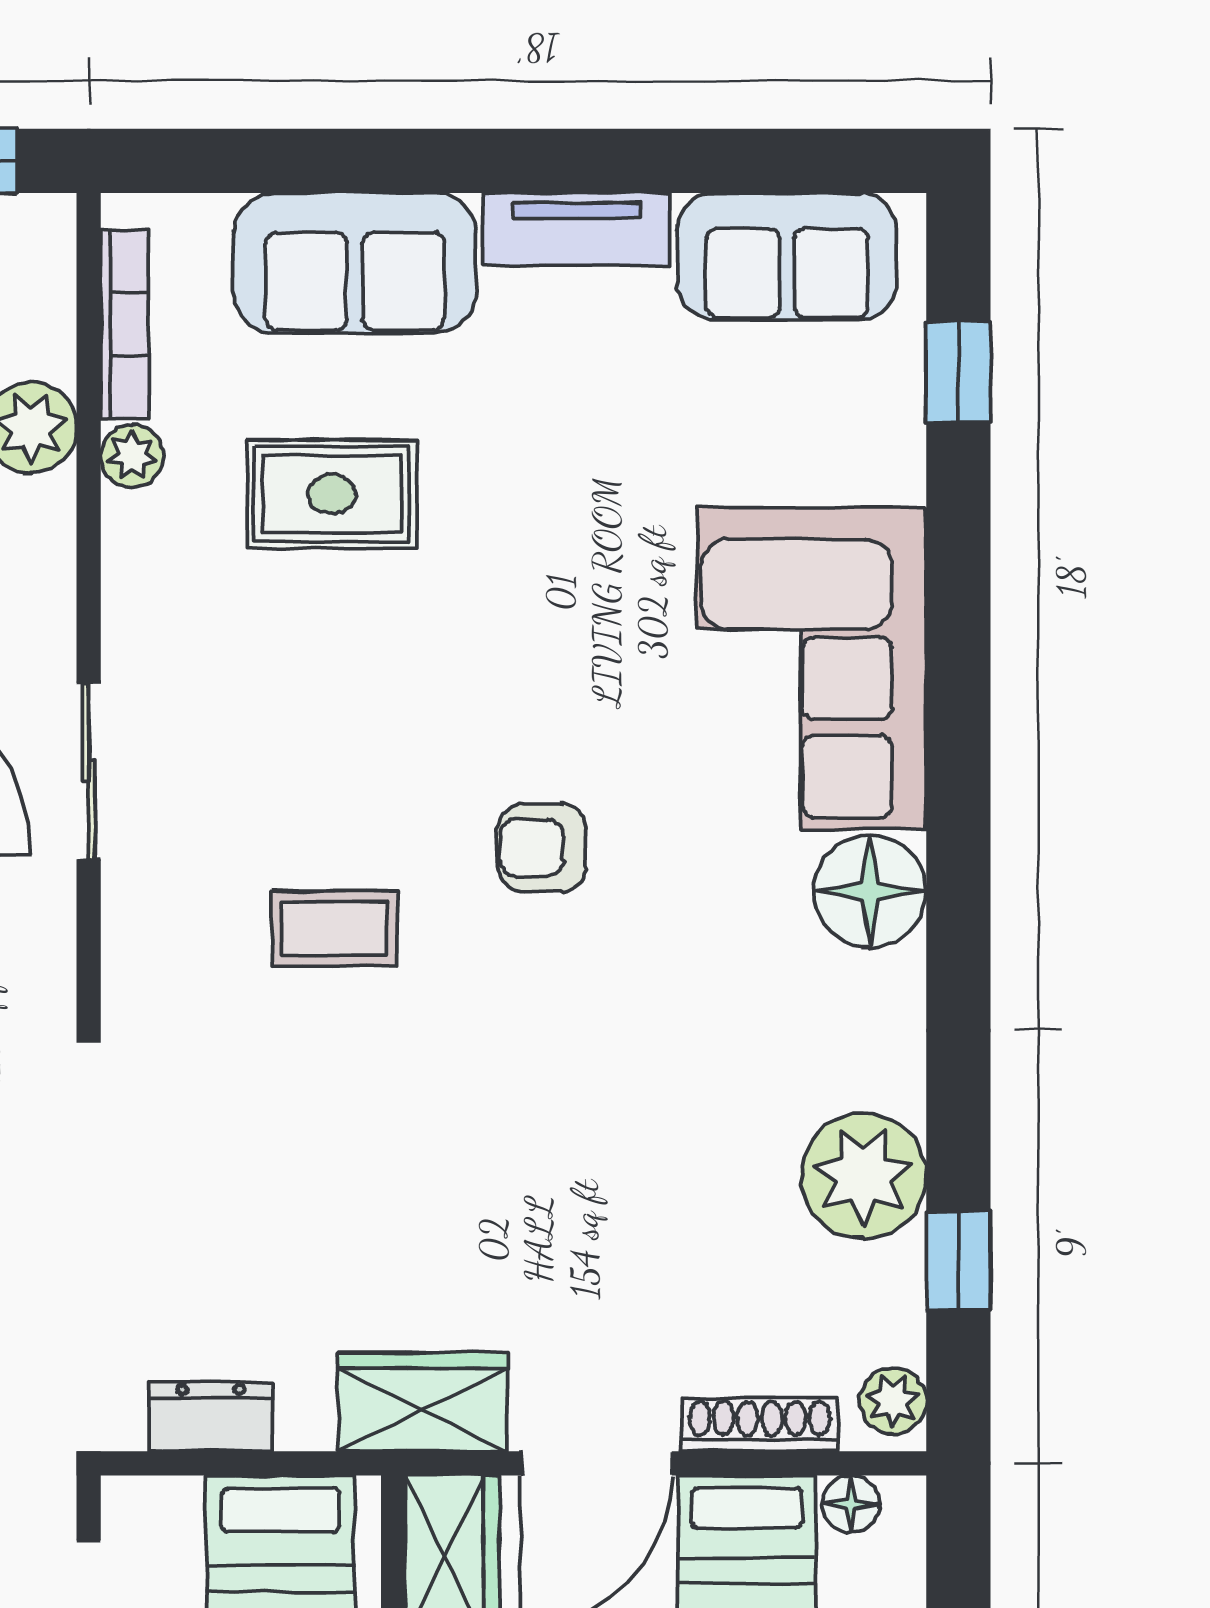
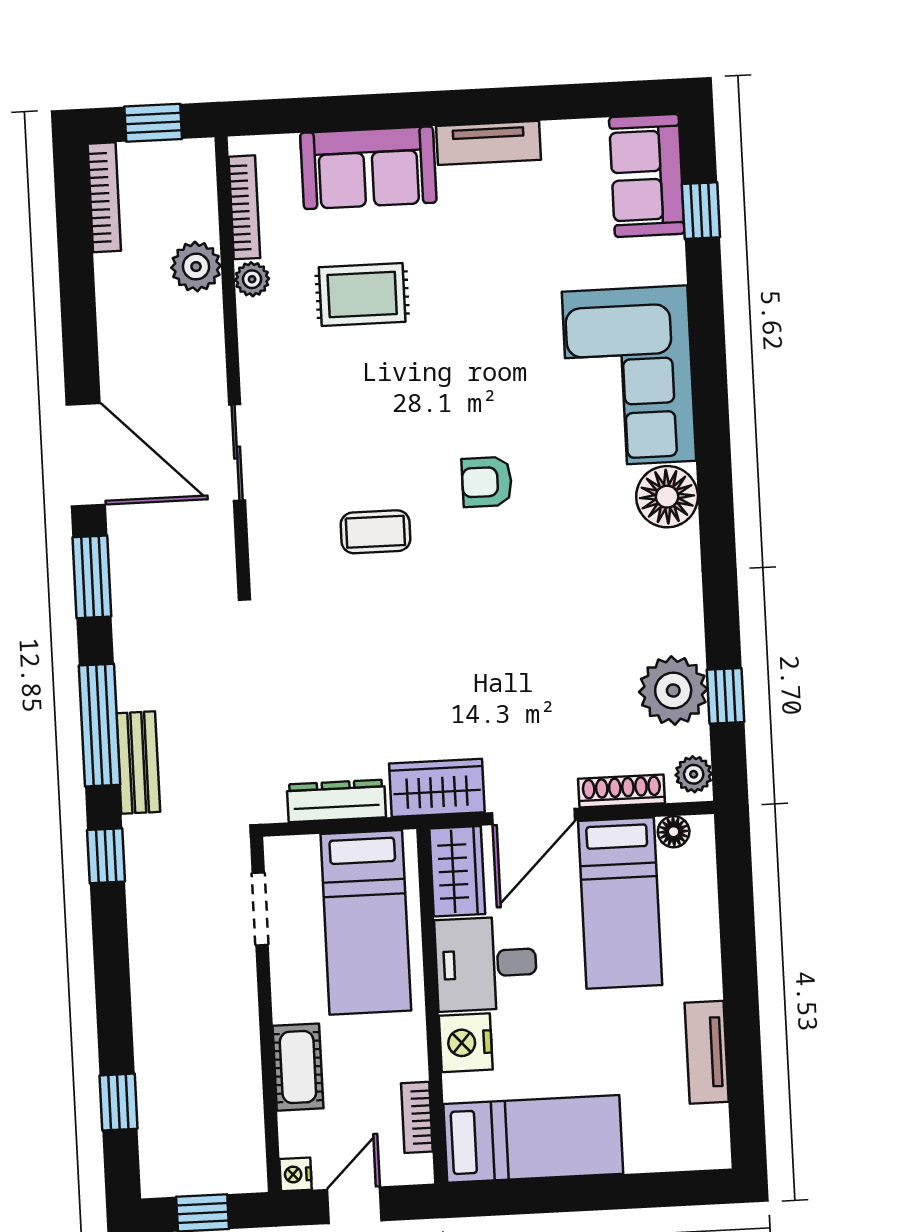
sofa: (787, 256) -> (647, 175), moved, turned 90
plant: (863, 1176) -> (673, 691), moved
dresser: (211, 1417) -> (336, 801), width x1.44

